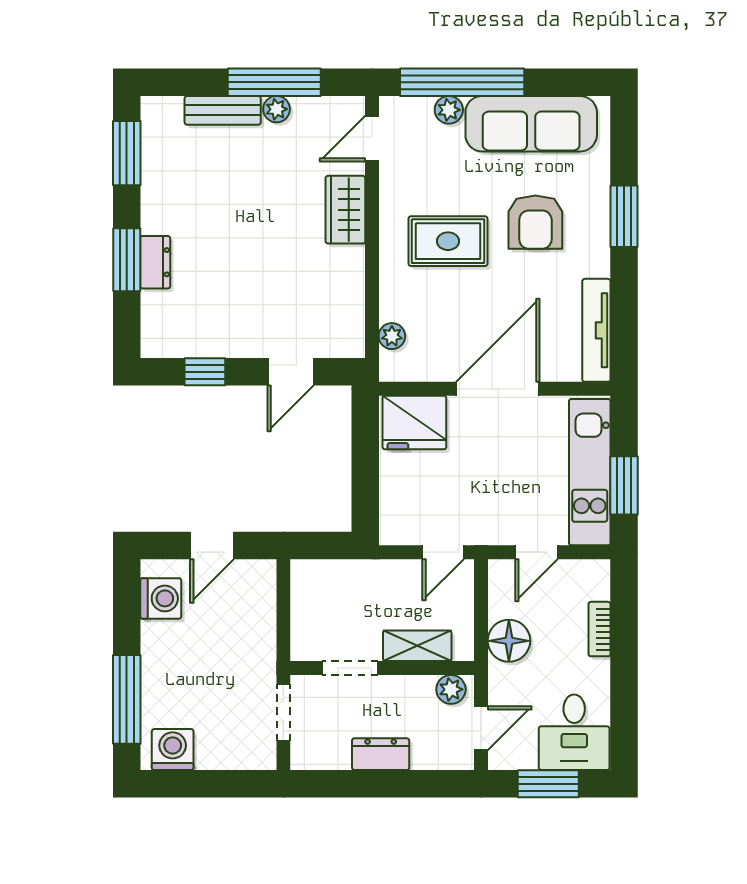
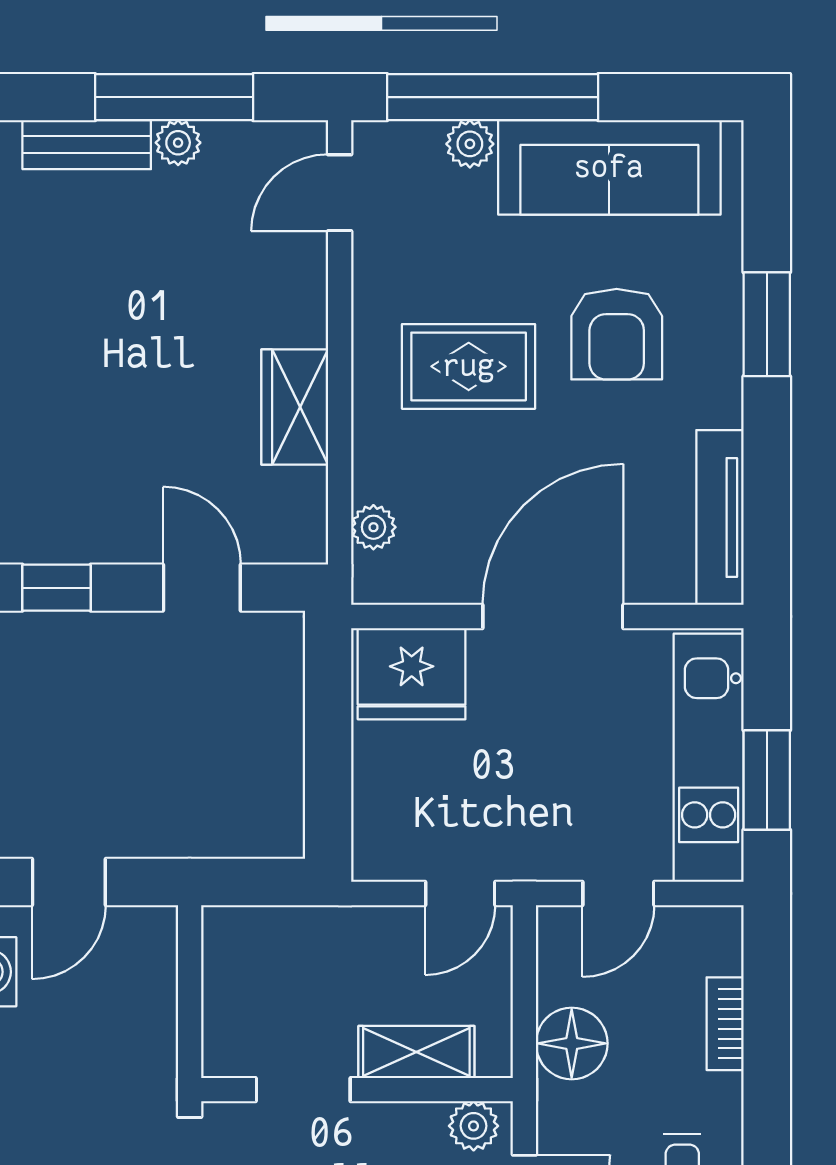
wardrobe: (345, 210) -> (295, 407), moved
door: (291, 372) -> (202, 588), swing flipped

